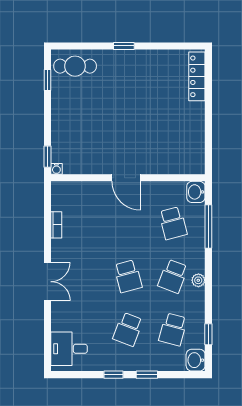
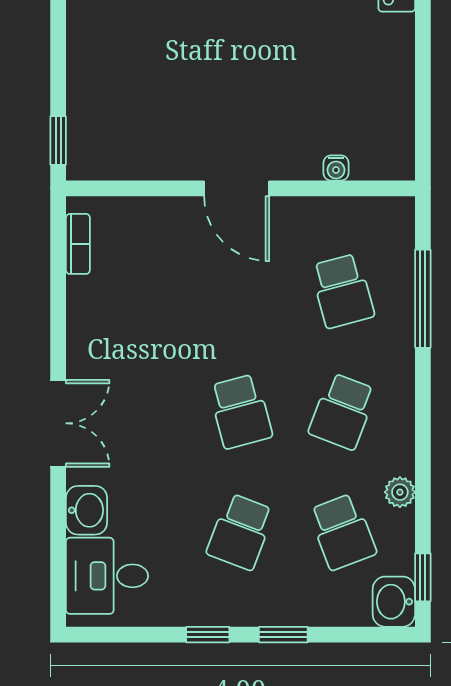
water cooler: (56, 169) -> (336, 168), moved
washbasin: (196, 192) -> (87, 510), moved, turned 180
bookcase: (56, 225) -> (78, 244), moved
plant: (198, 280) -> (400, 492), moved
school desk: (173, 329) -> (342, 532), turned -36
window: (208, 334) -> (423, 577), moved

